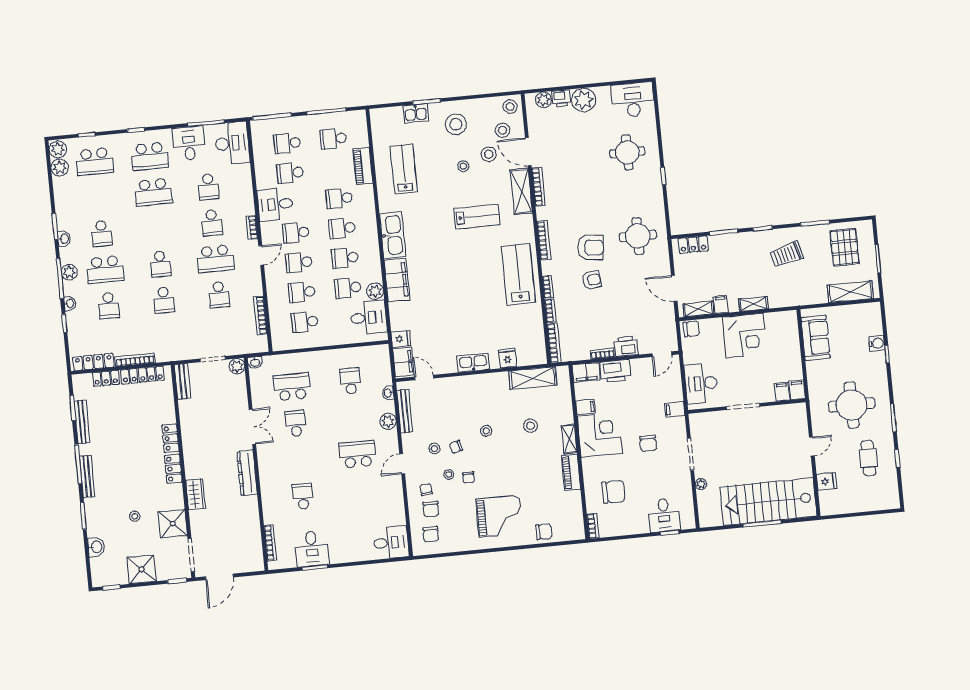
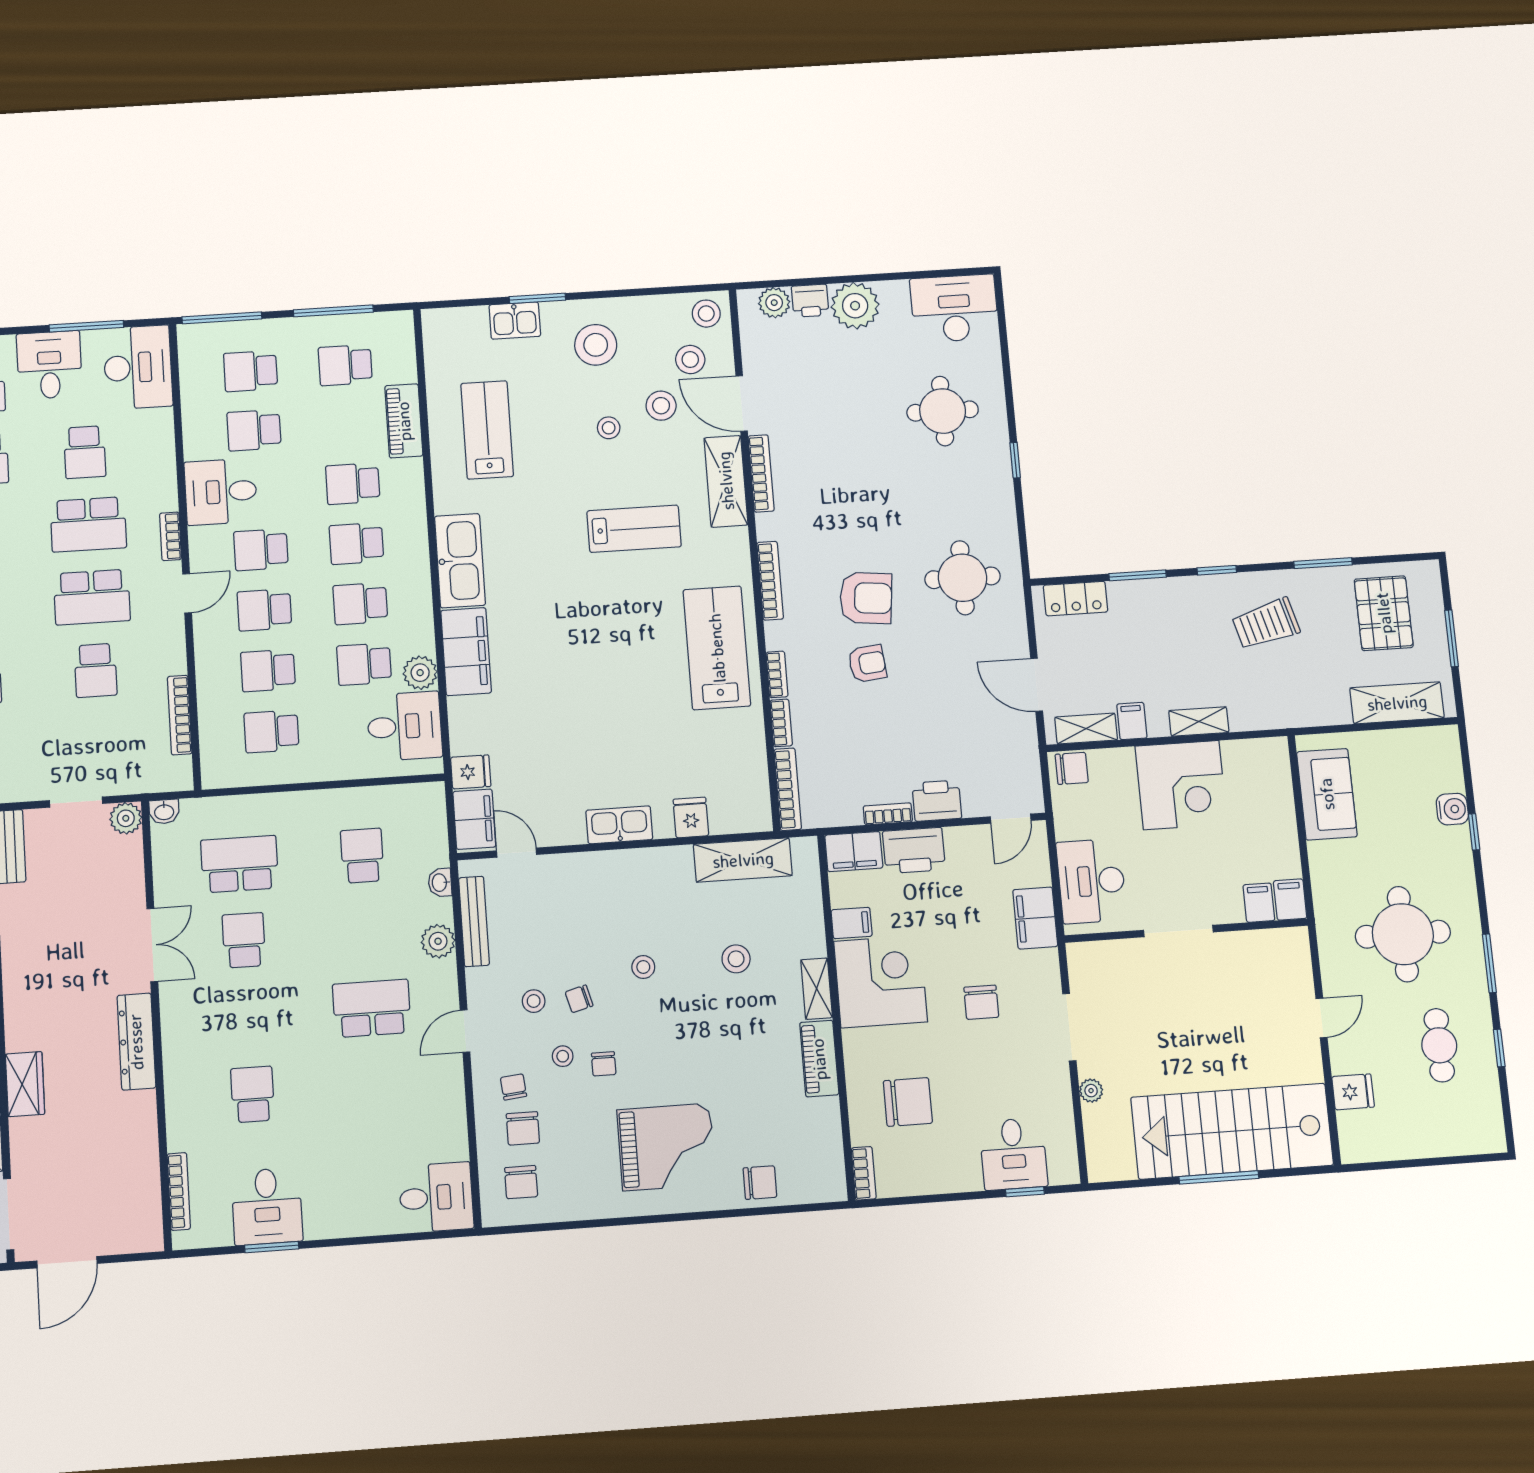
school desk: (212, 223) -> (88, 524), width x1.85
filing cabinet: (675, 409) -> (1035, 918), width x2.00

